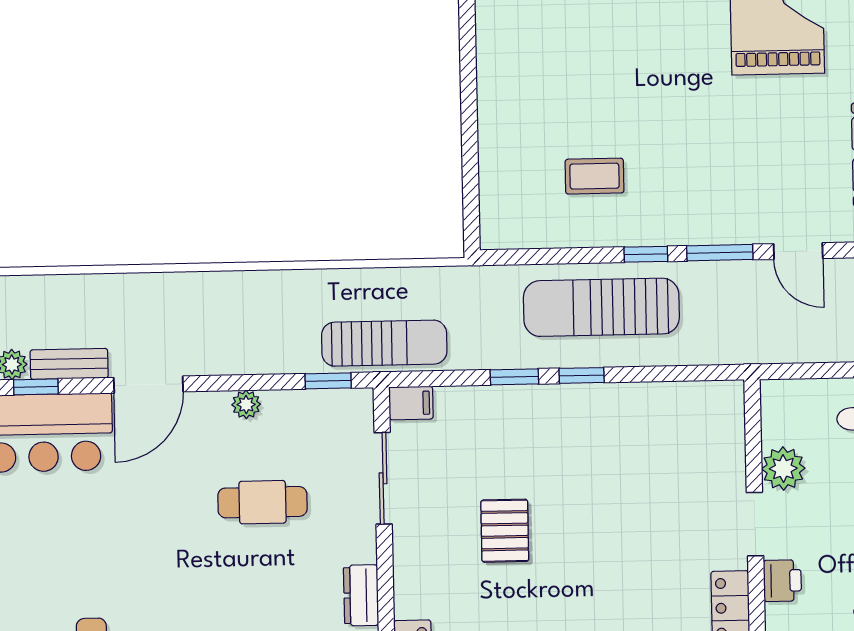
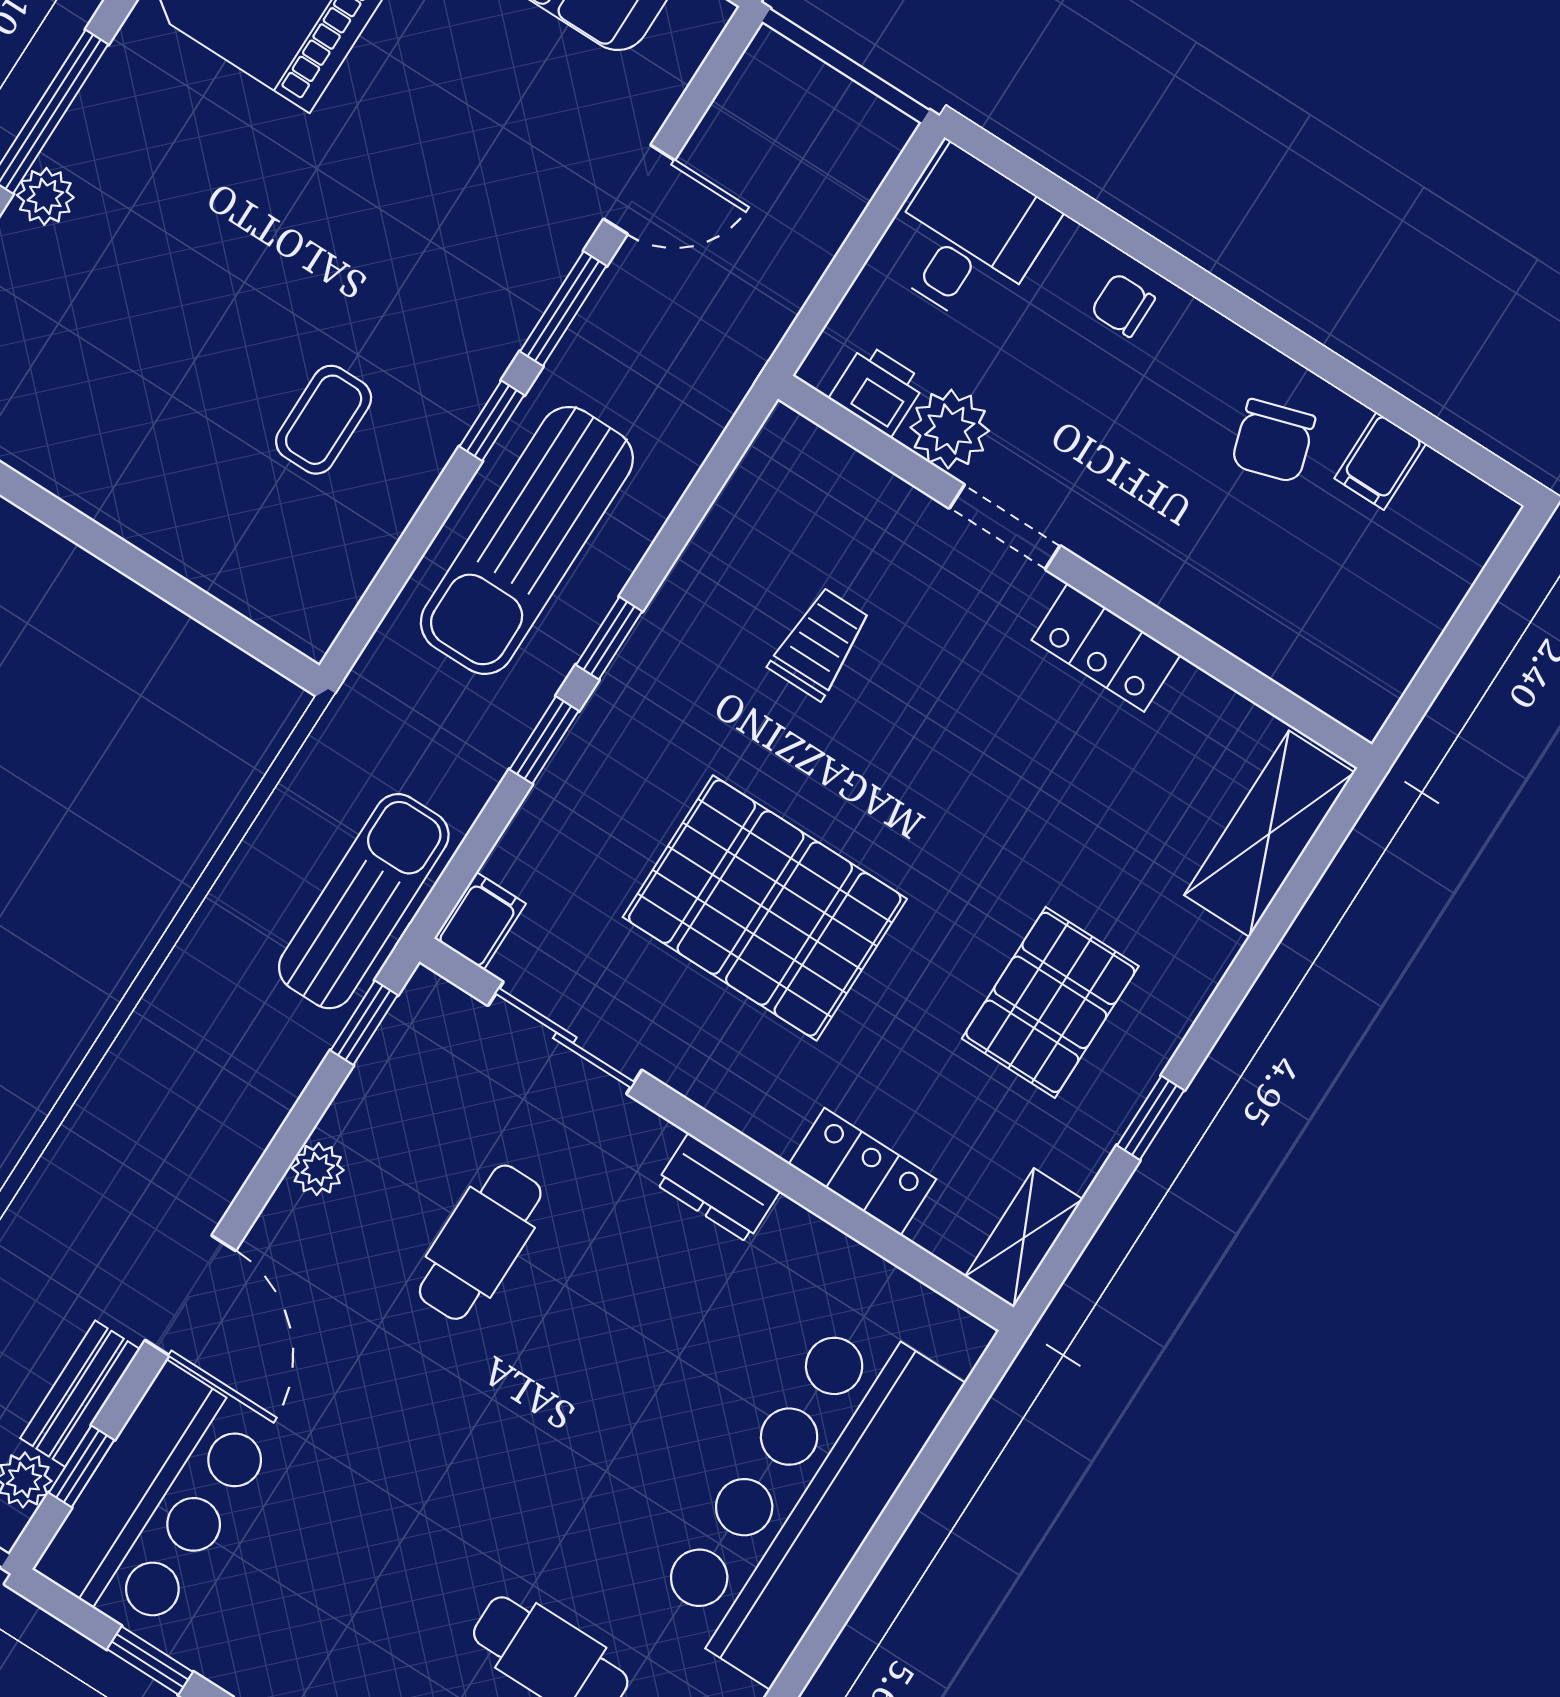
trolley: (644, 475) -> (820, 643), added
pallet: (505, 531) -> (765, 908), width x2.05, depth x2.00
printer: (782, 581) -> (877, 390), moved

